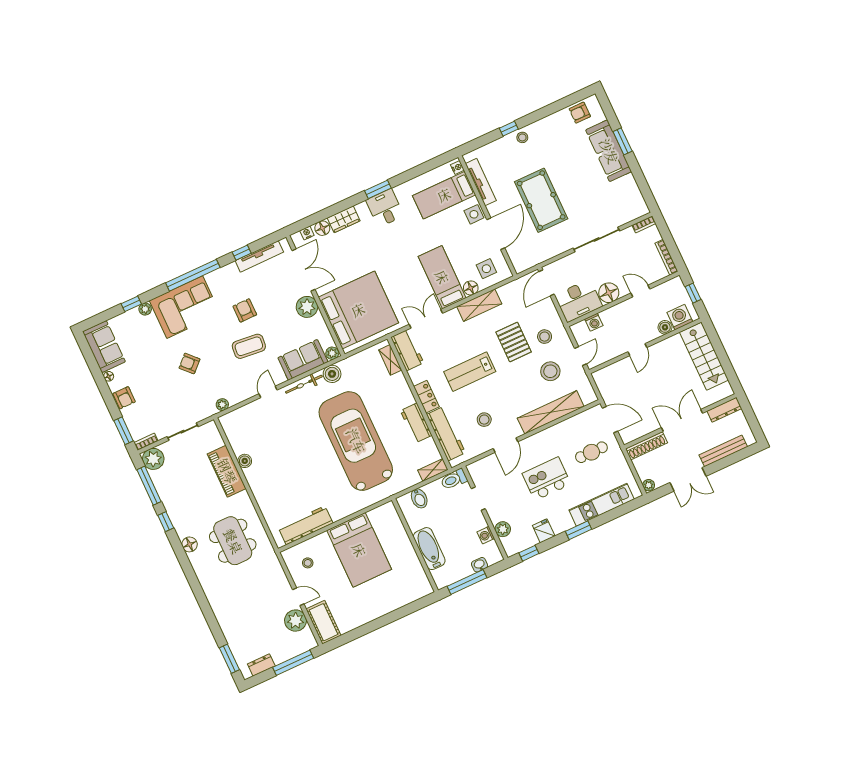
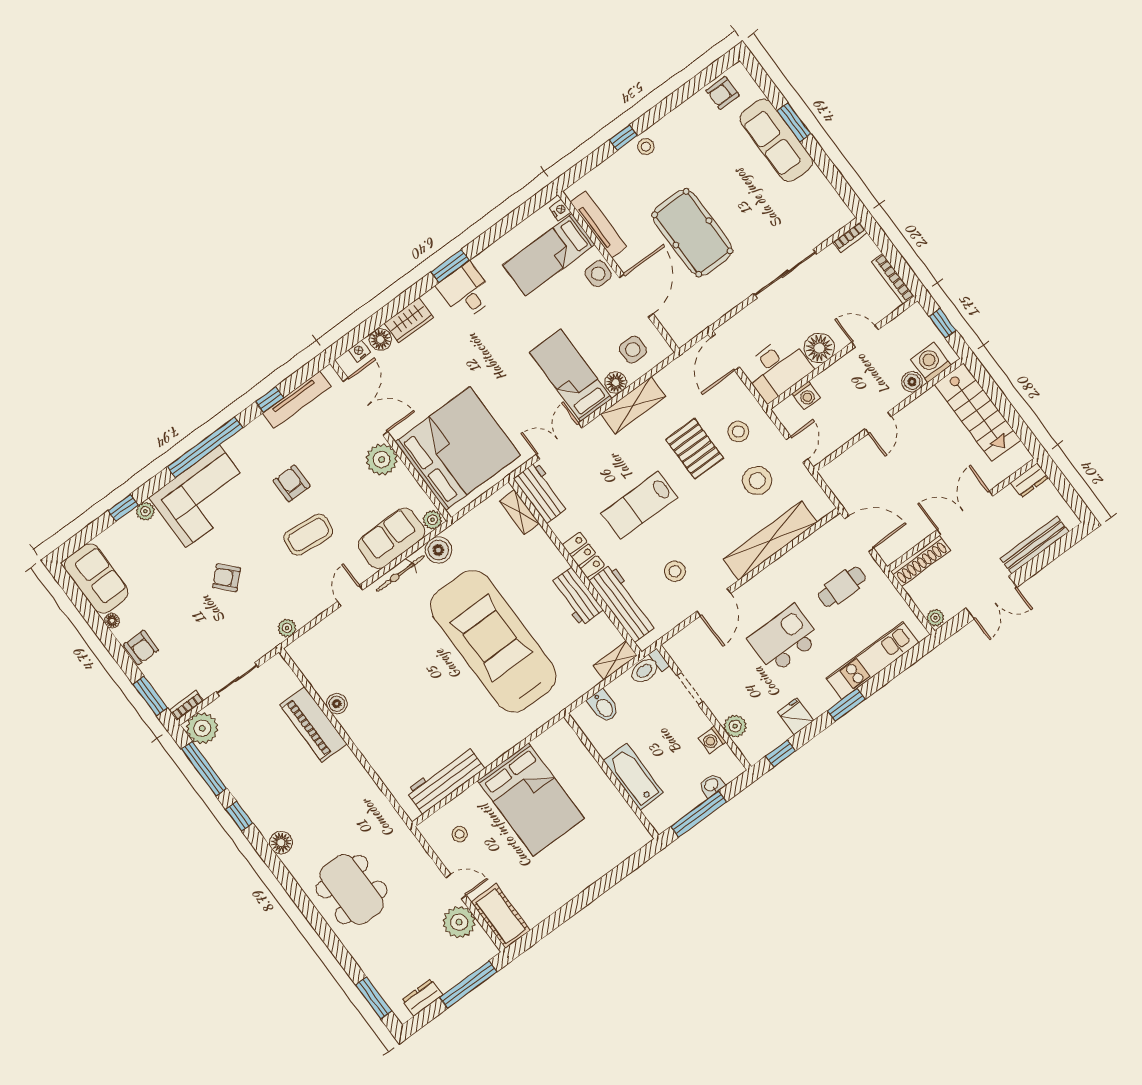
dresser: (724, 410) -> (1030, 480), width x0.70
dining table: (233, 541) -> (352, 889), moved

